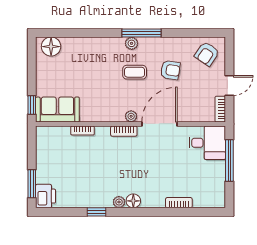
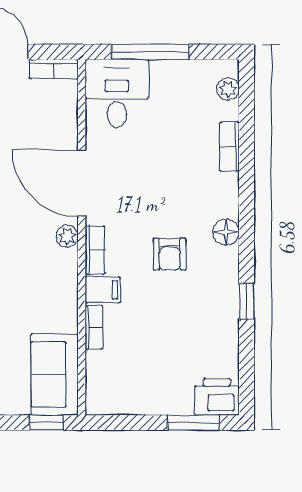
filing cabinet: (102, 135) -> (103, 290), added
armchair: (122, 171) -> (170, 254), added
plant: (119, 202) -> (228, 89), moved

